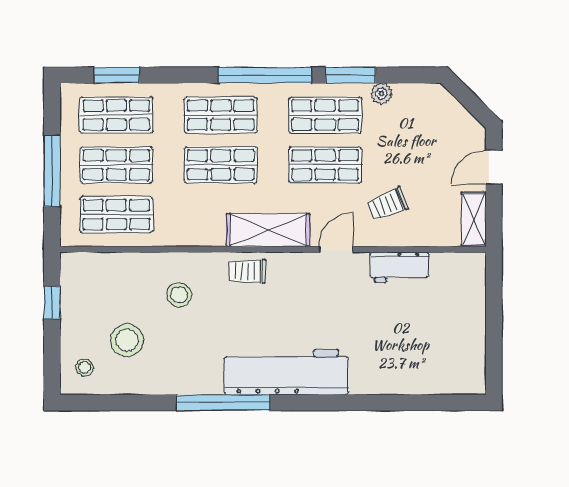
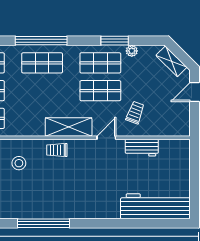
window: (265, 75) -> (41, 41), moved
shop shelf: (221, 165) -> (42, 91), removed
trolley: (387, 204) -> (135, 113), turned 132
shelving: (474, 219) -> (171, 61), moved, turned -45
workbench: (286, 372) -> (155, 206), moved

